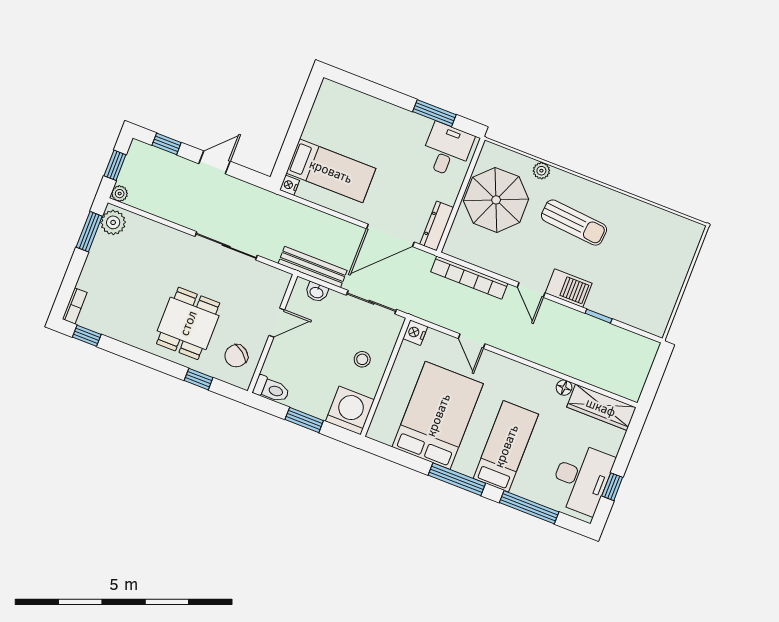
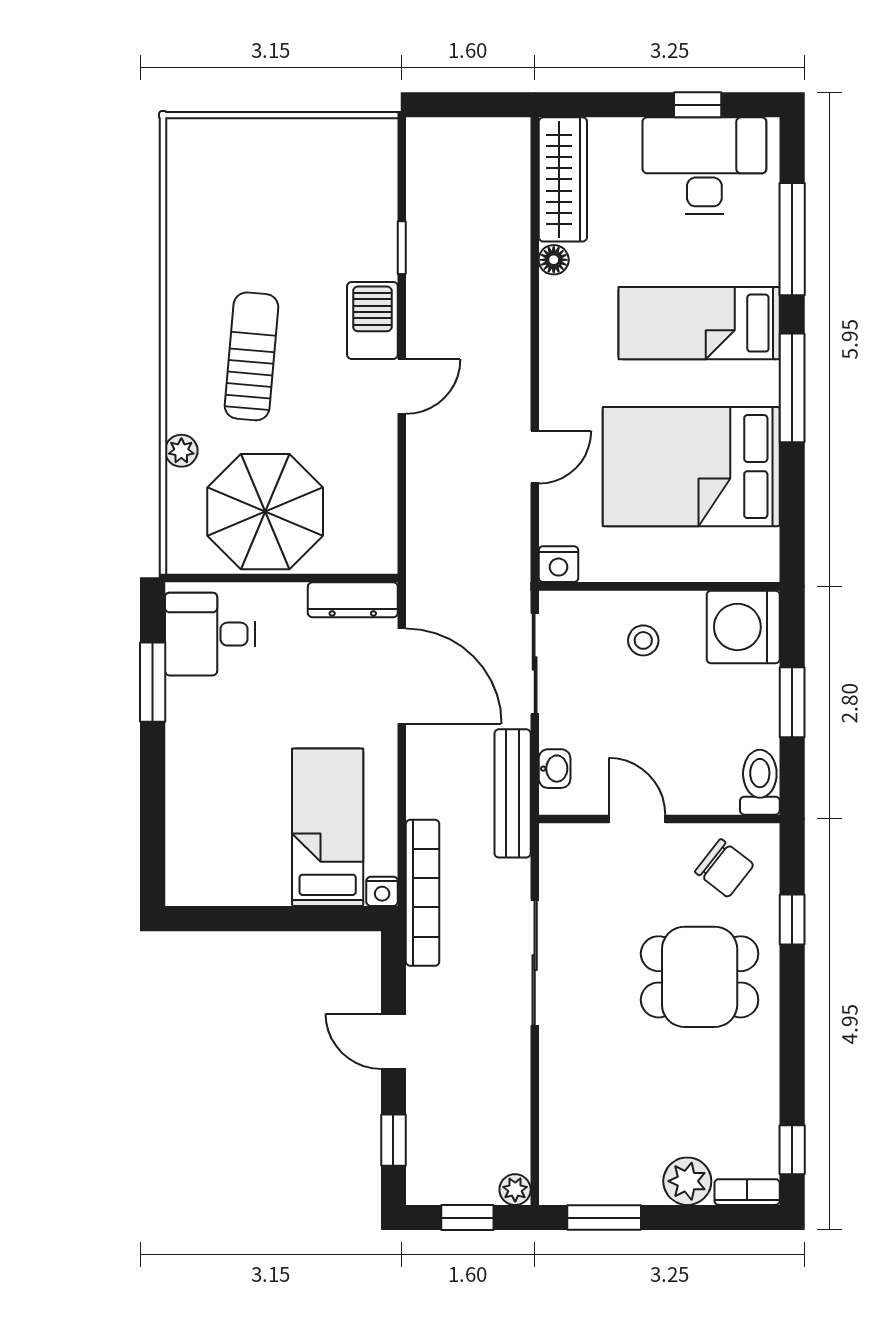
plant: (113, 222) -> (687, 1181), moved
bookcase: (469, 278) -> (423, 893), moved

